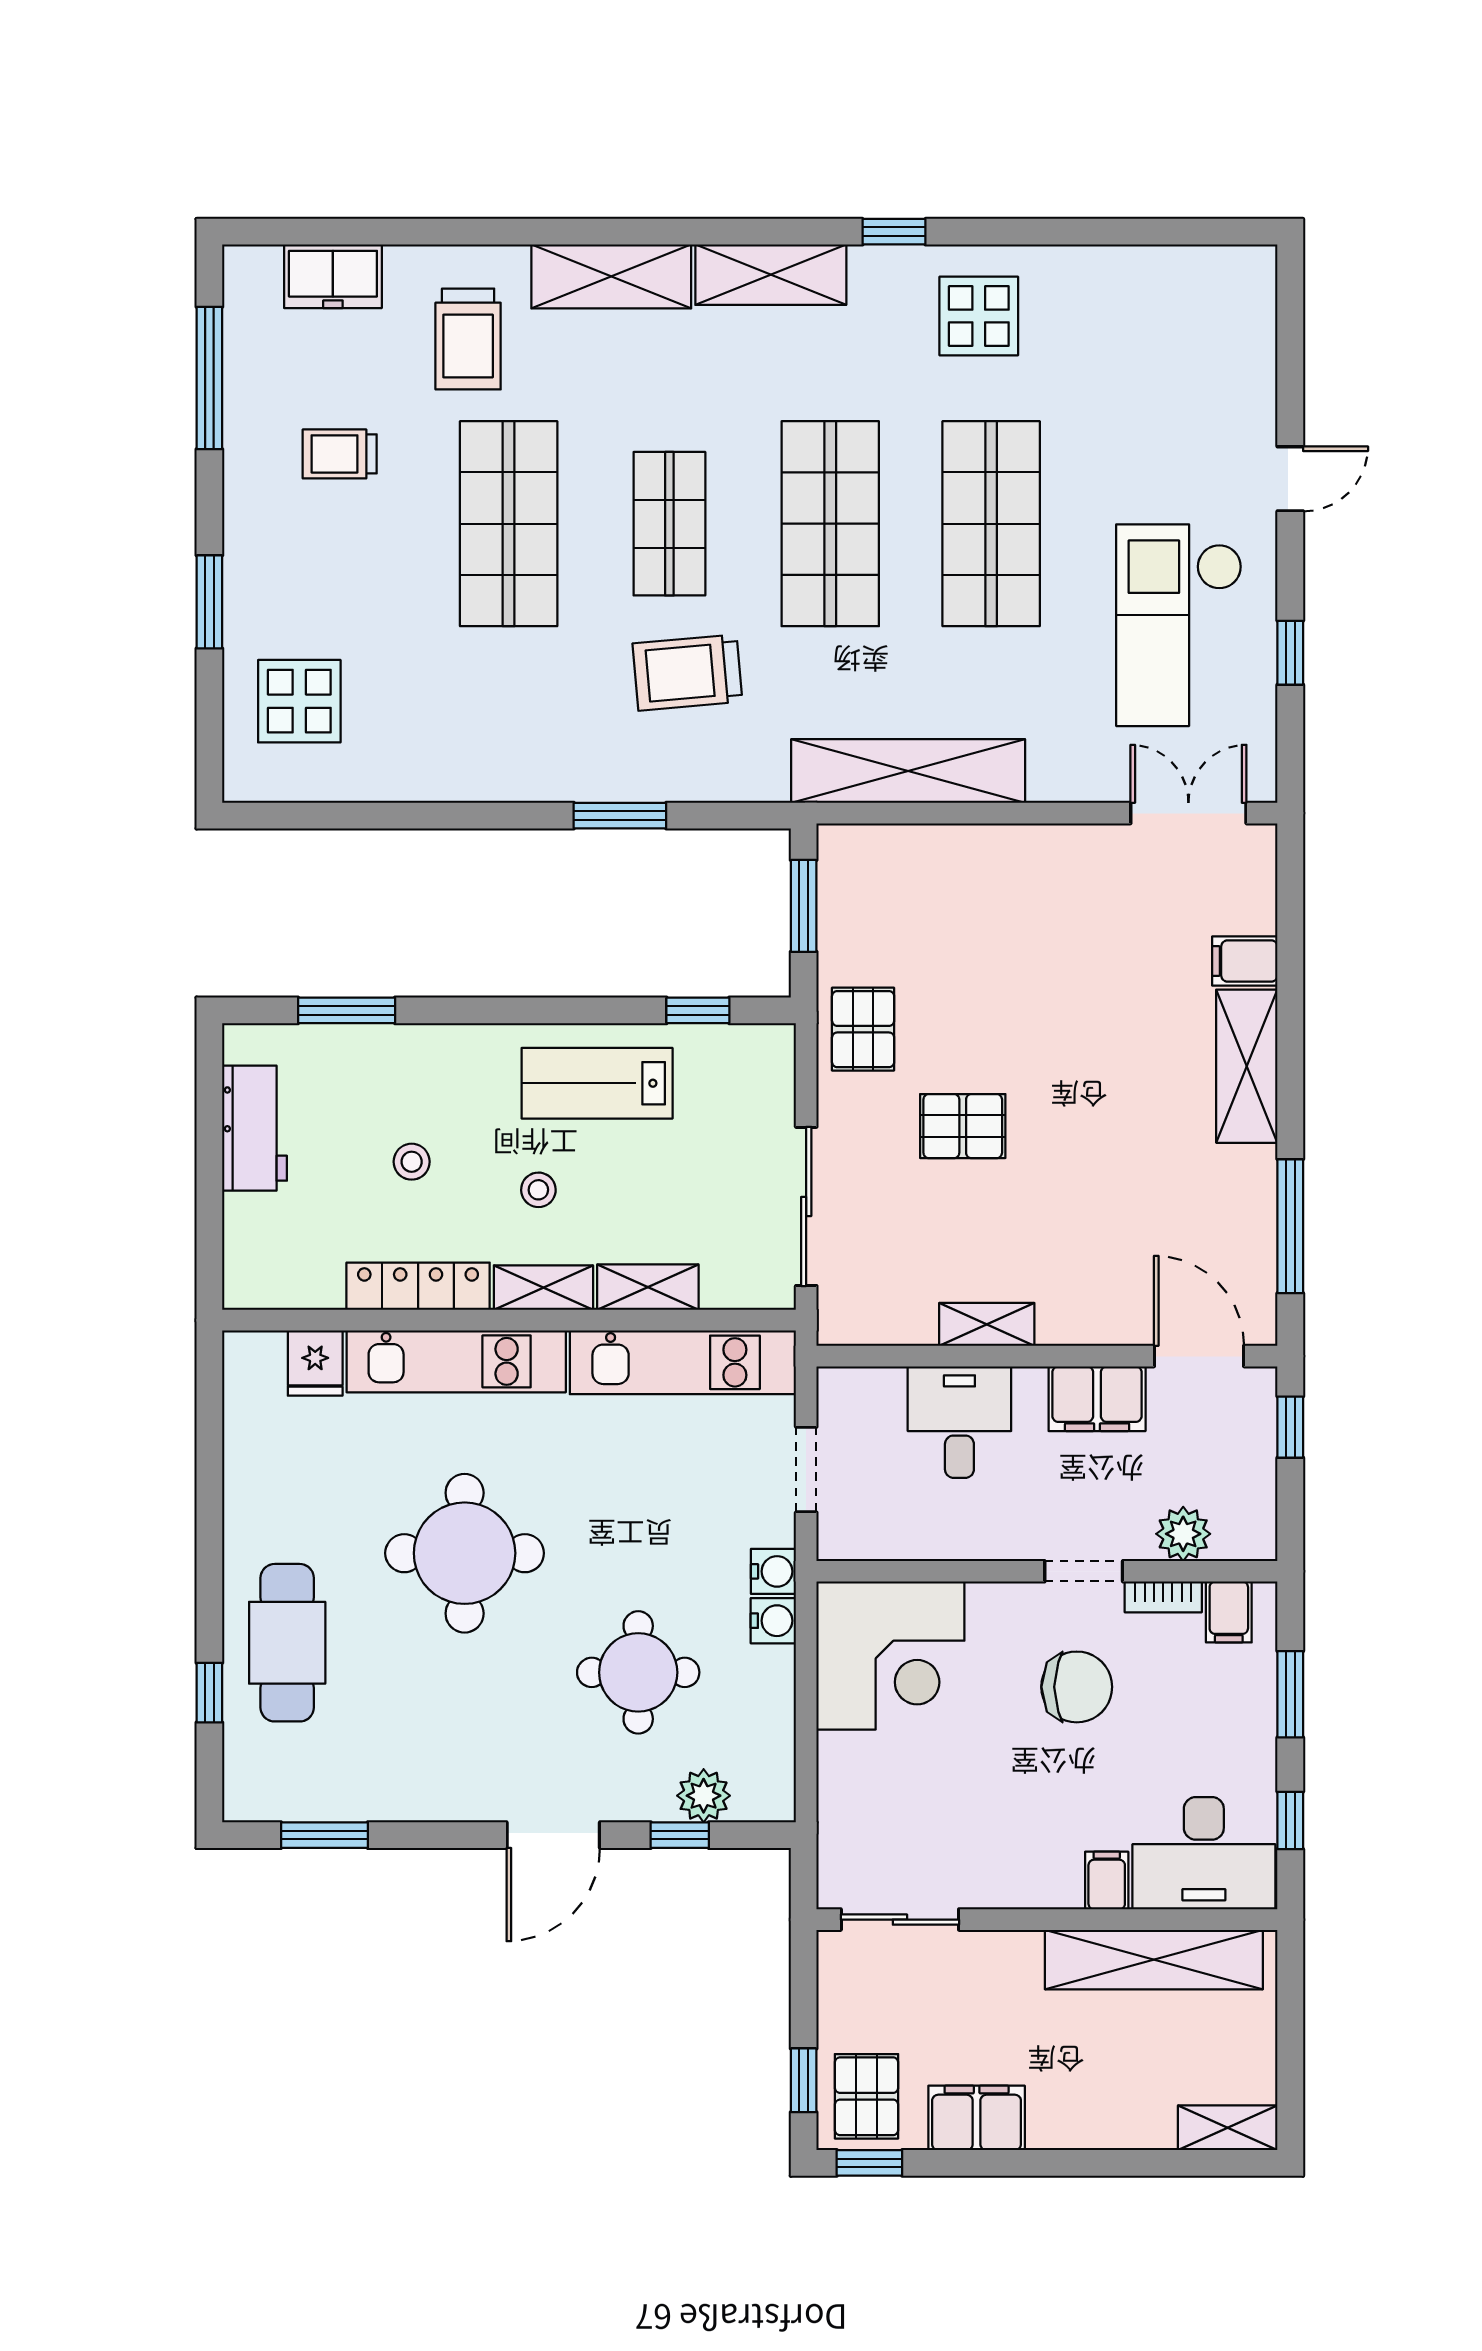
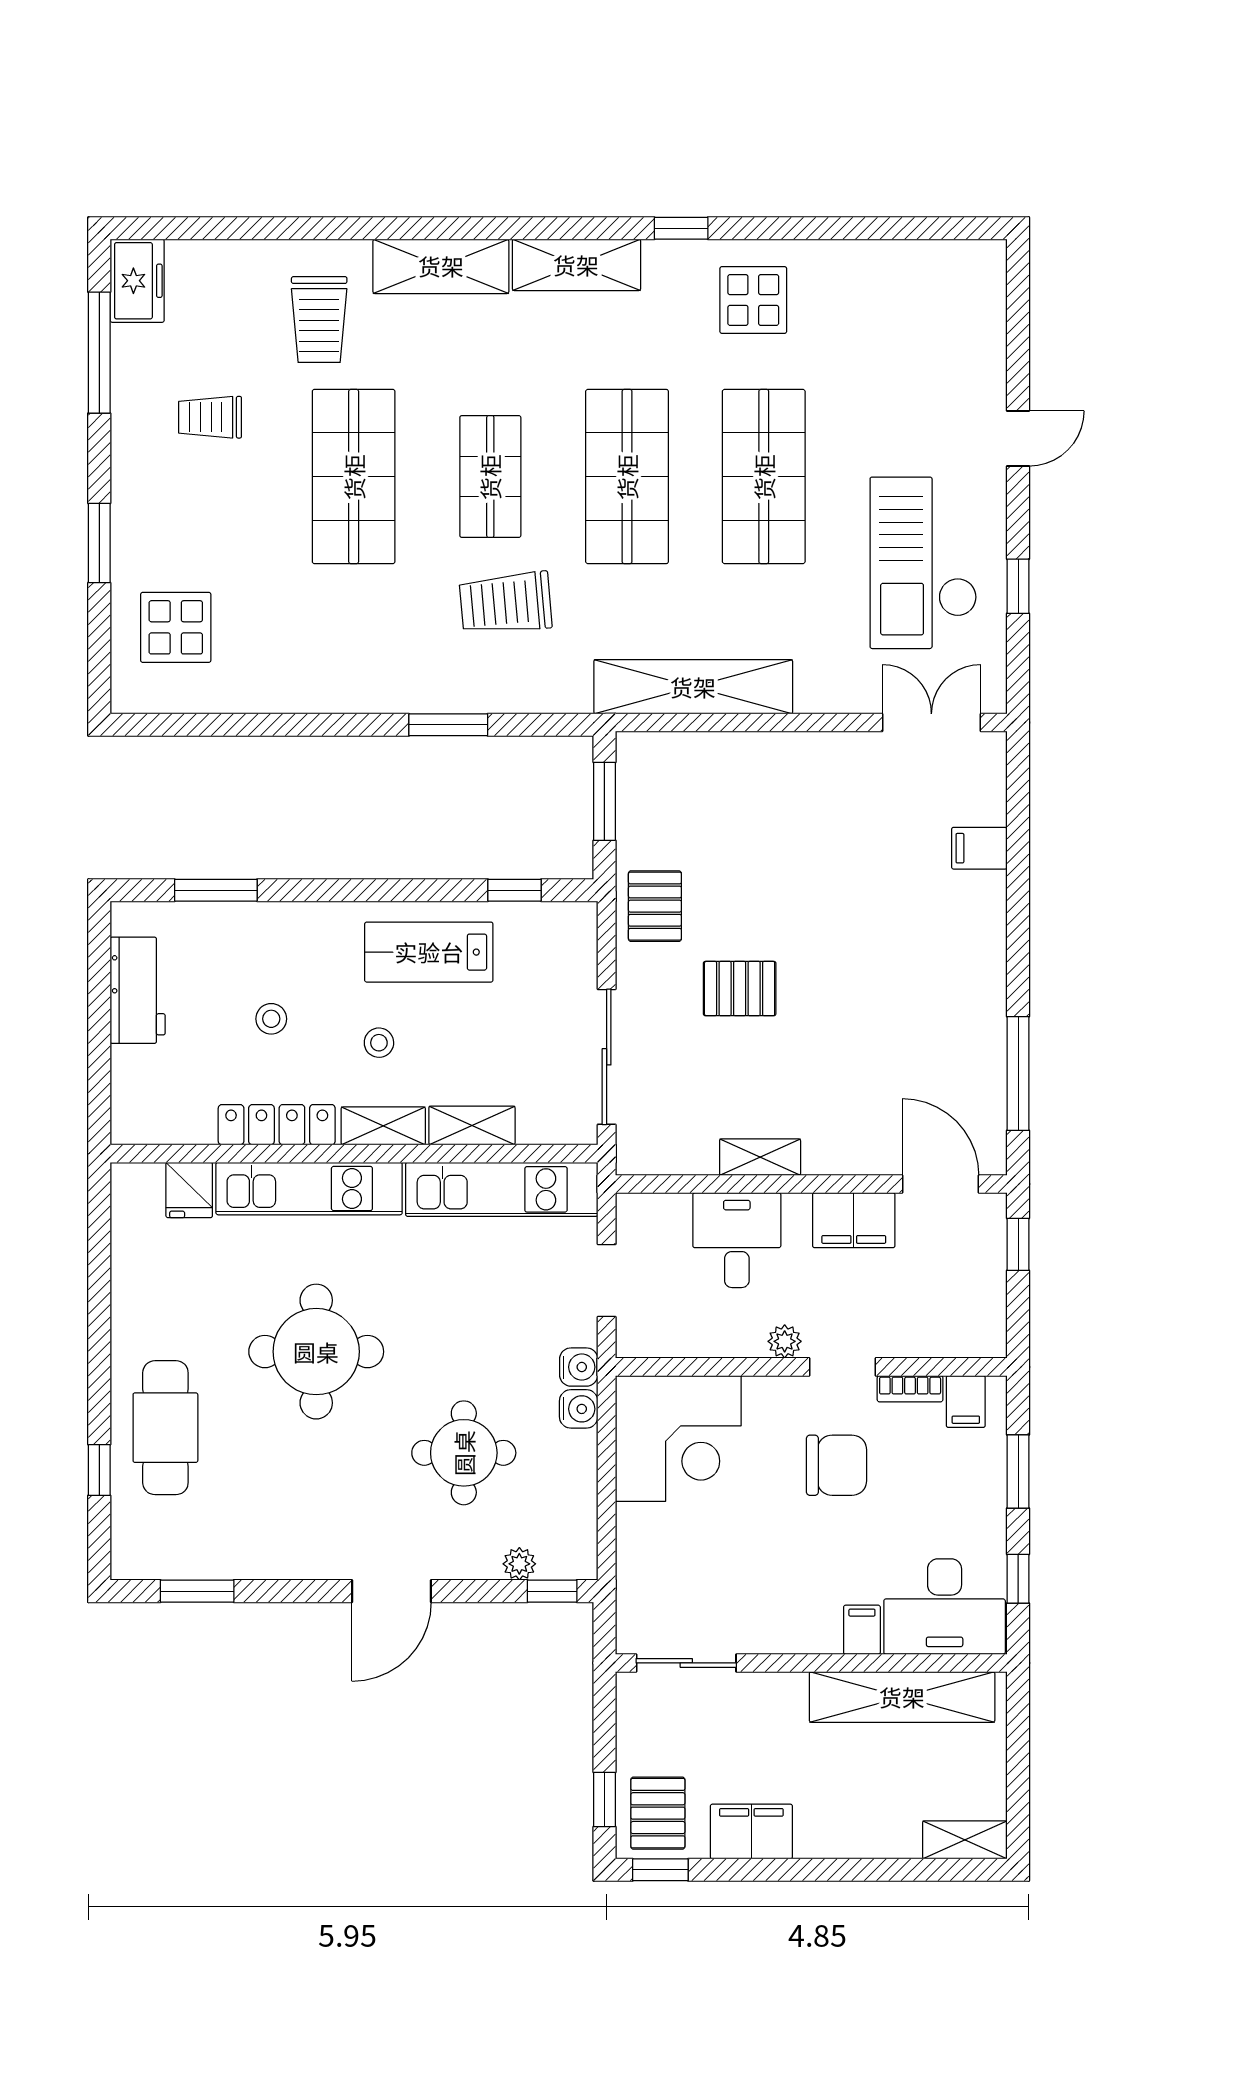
freezer: (333, 276) -> (137, 281), moved, turned -90
shelving: (1247, 1066) -> (981, 938), removed
plant: (1183, 1534) -> (785, 1341), moved, width x0.73, depth x0.73
plant: (704, 1796) -> (519, 1564), width x0.73, depth x0.73
window: (680, 1835) -> (552, 1591), moved

